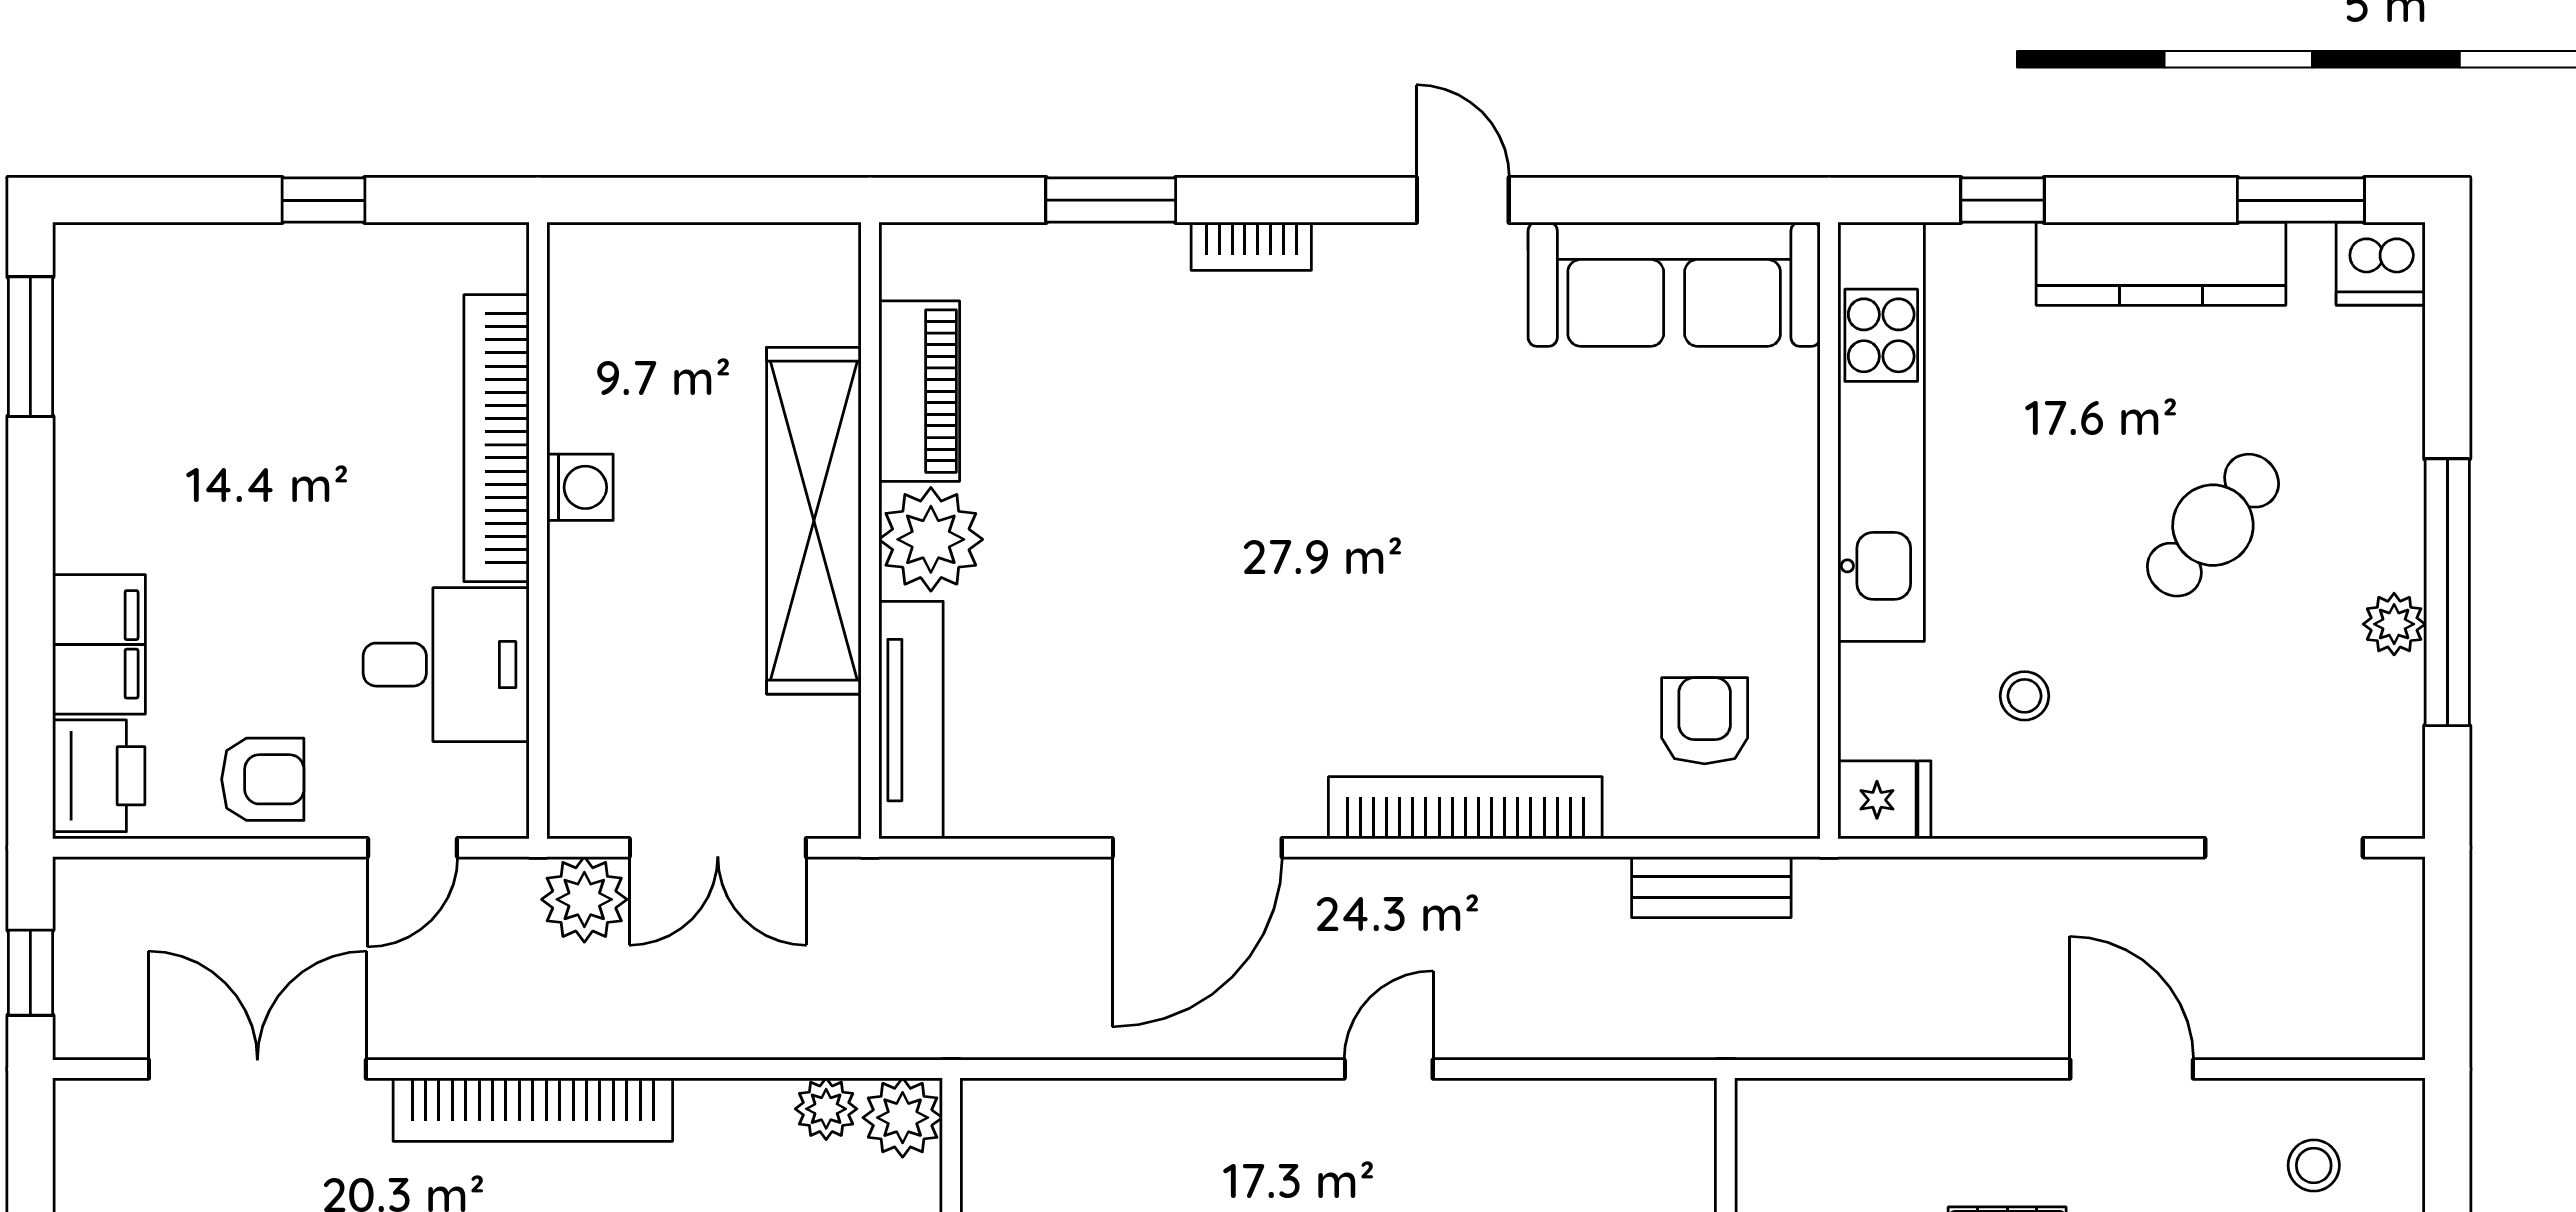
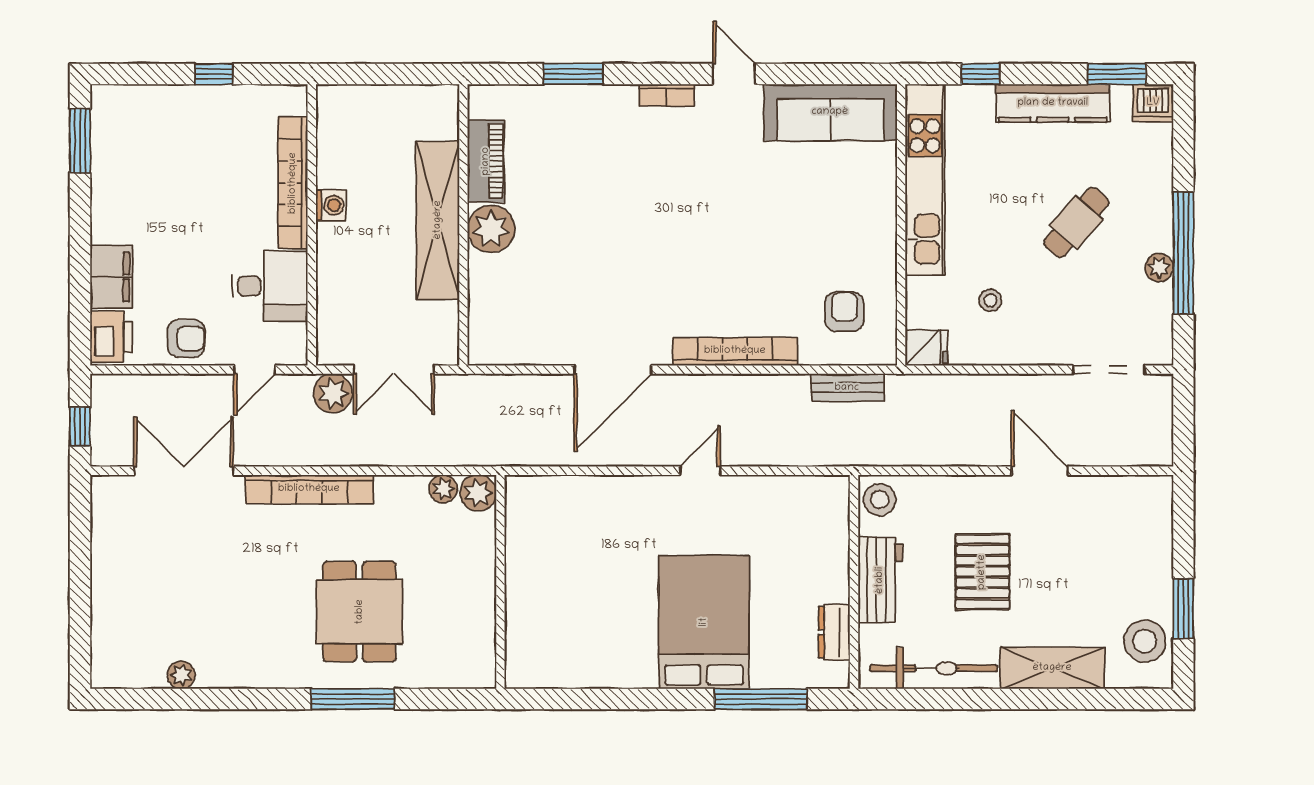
bookcase: (1251, 246) -> (666, 95), moved
tv unit: (911, 720) -> (482, 311), removed
stool: (2314, 1165) -> (880, 500), moved, width x1.37, depth x1.37

